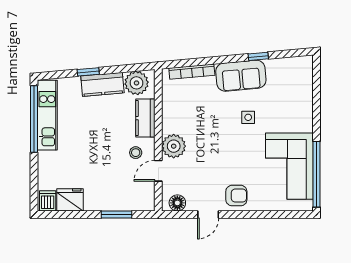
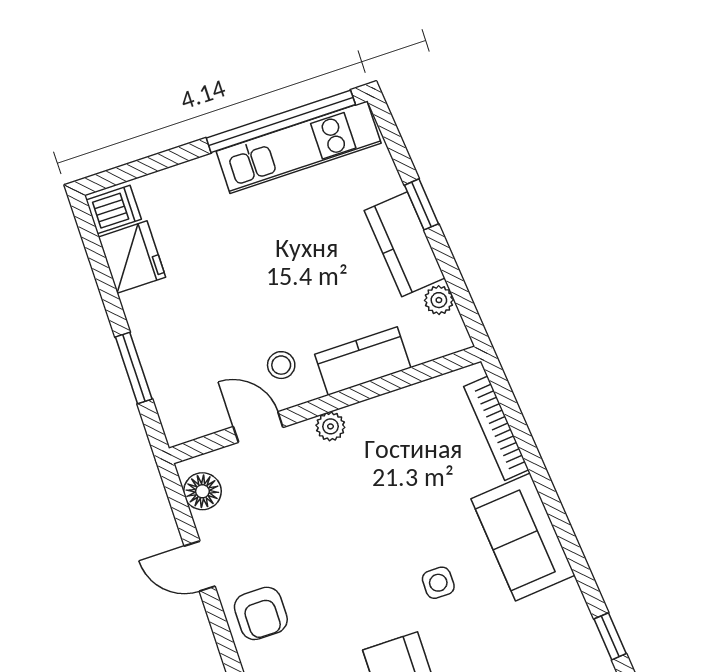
window: (258, 56) -> (610, 636), moved
plant: (137, 83) -> (439, 300), width x0.53, depth x0.53
plant: (174, 146) -> (330, 426), width x0.53, depth x0.53

